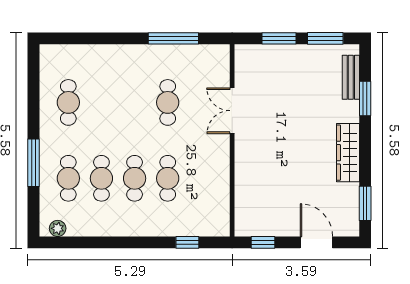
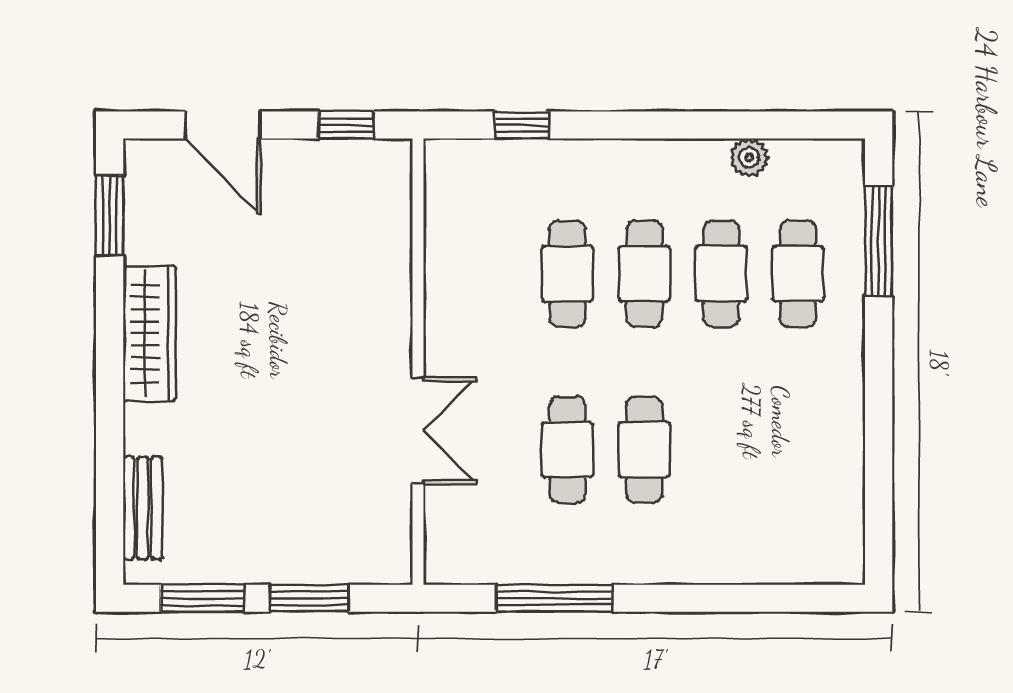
window: (365, 99) -> (110, 459), removed
cafe table: (68, 102) -> (644, 450), moved
window: (34, 163) -> (879, 241), moved
plant: (58, 228) -> (749, 157), moved

